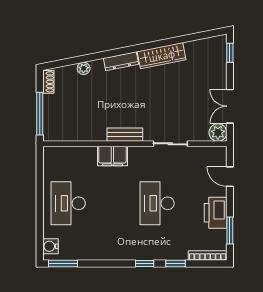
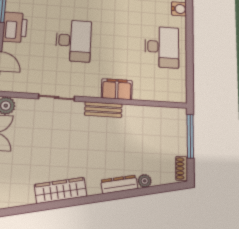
dresser: (121, 61) -> (119, 184), moved

